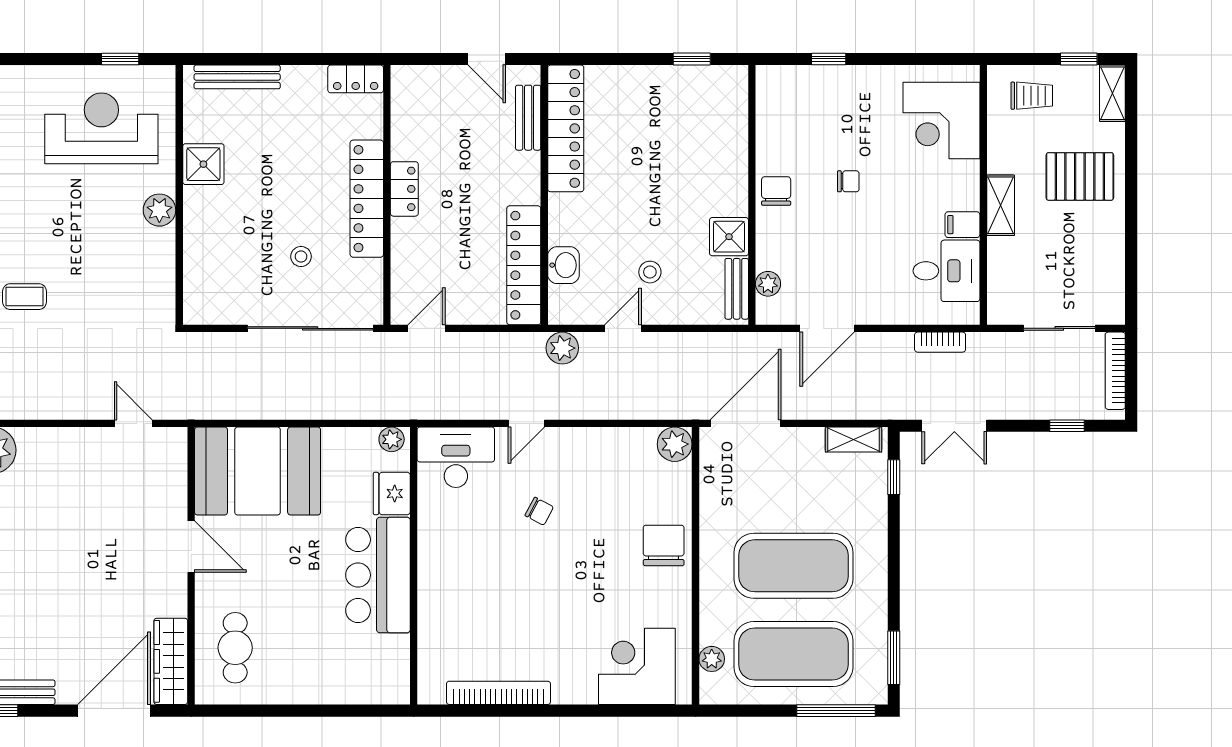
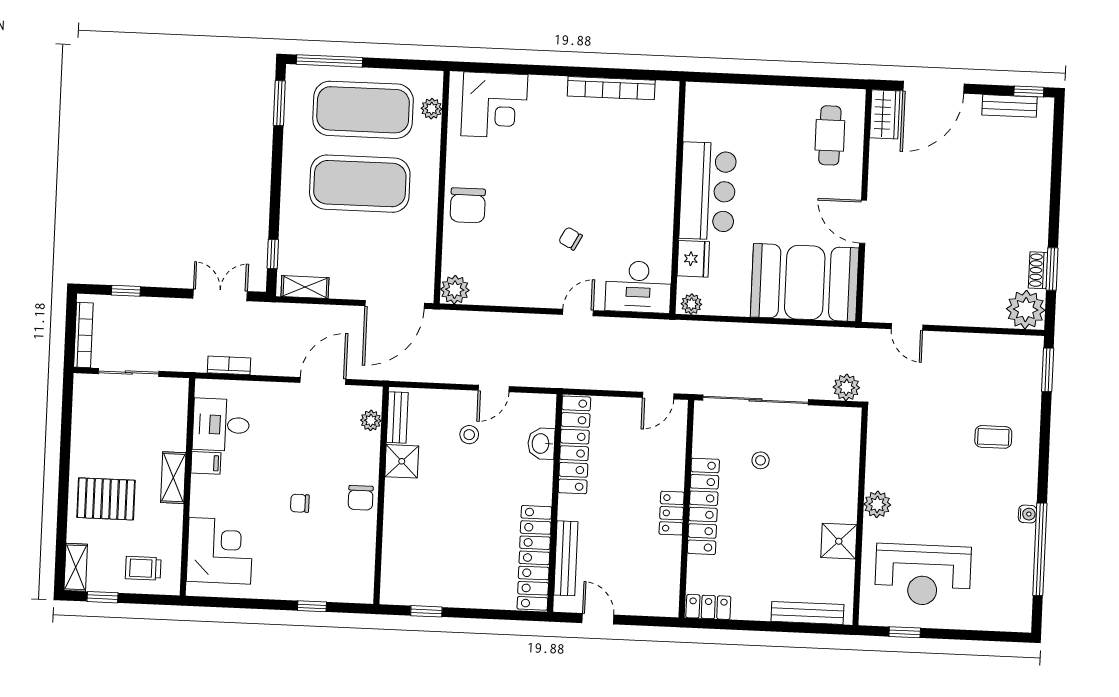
bench: (528, 118) -> (566, 558), width x1.36
plant: (562, 348) -> (846, 387), moved
wardrobe: (171, 661) -> (885, 114), width x0.67

